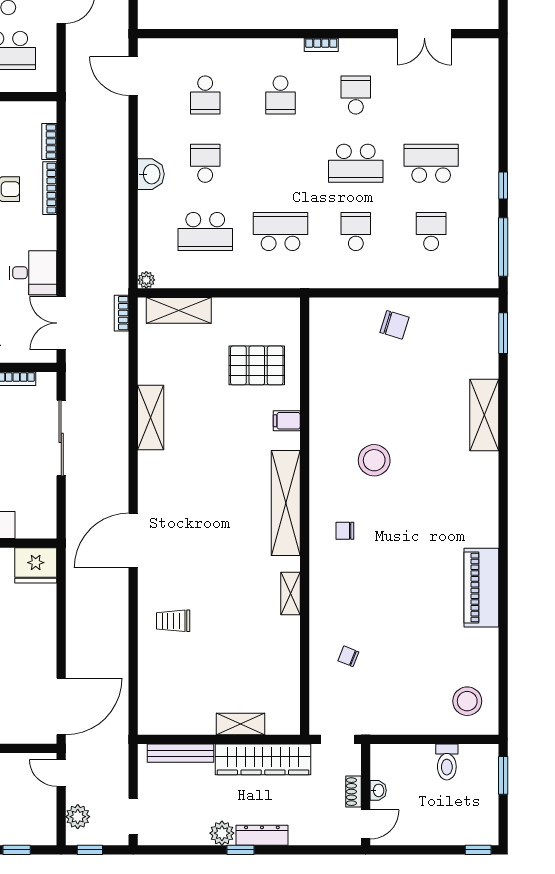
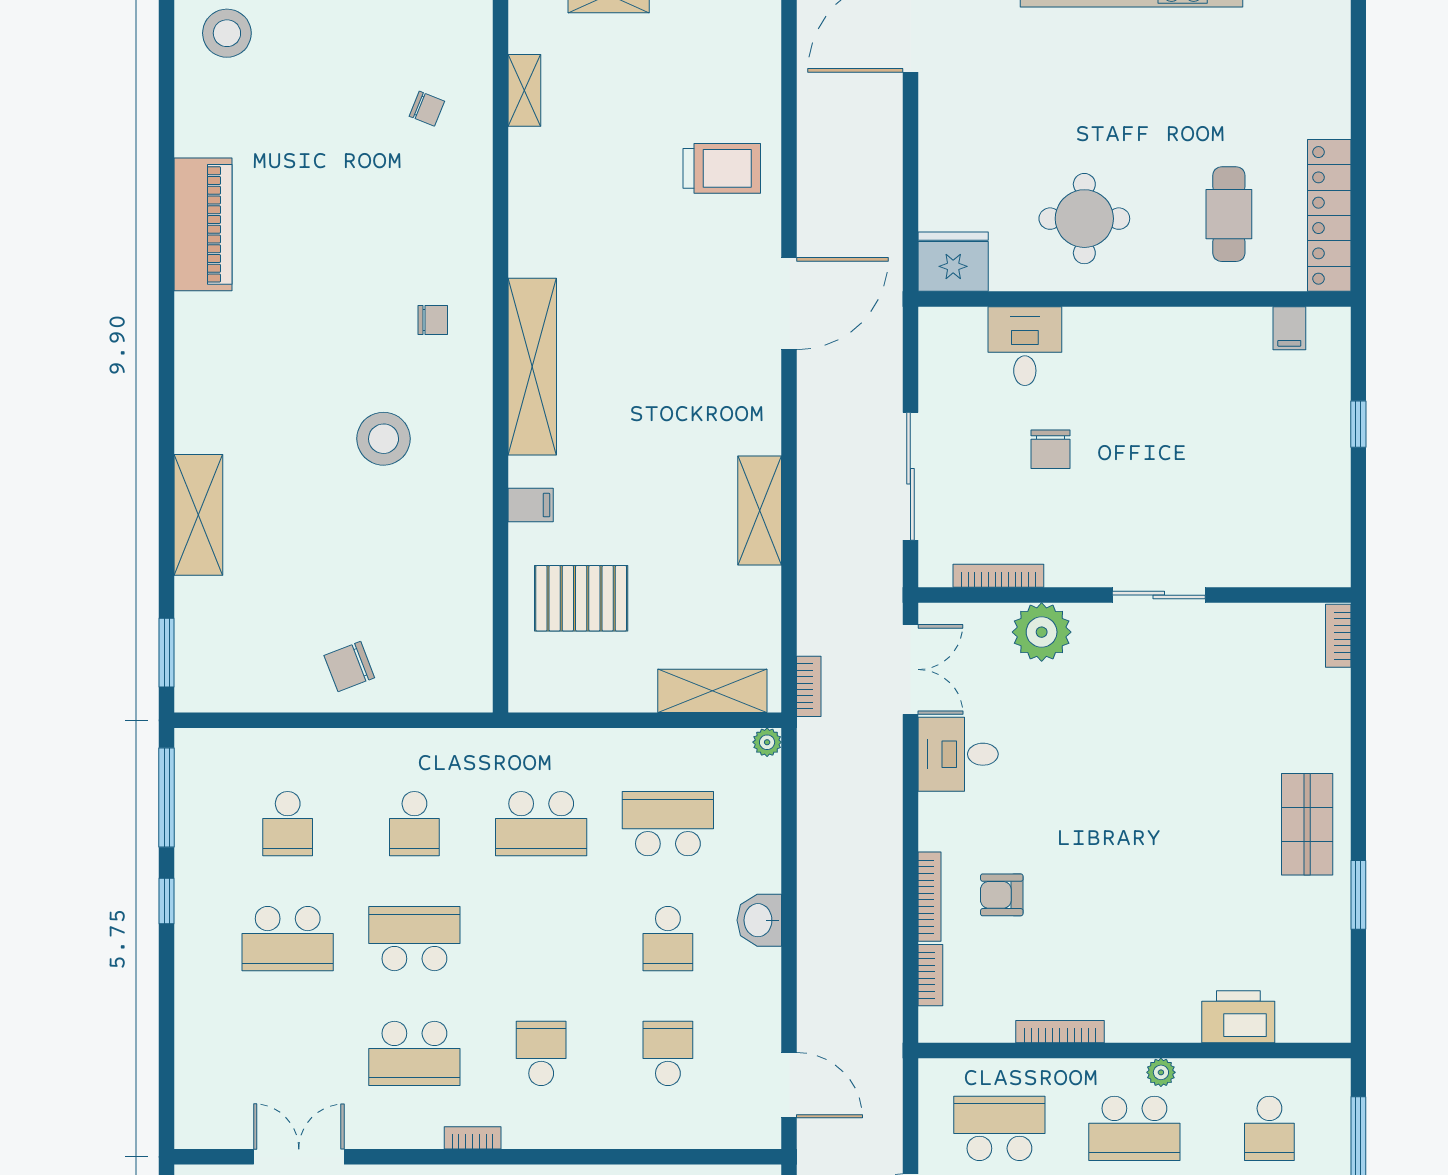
school desk: (356, 95) -> (414, 1053), width x1.85
chair: (394, 325) -> (349, 667), turned -38
shelving: (290, 593) -> (524, 90), moved
trolley: (173, 621) -> (722, 168), width x1.36, depth x1.39

